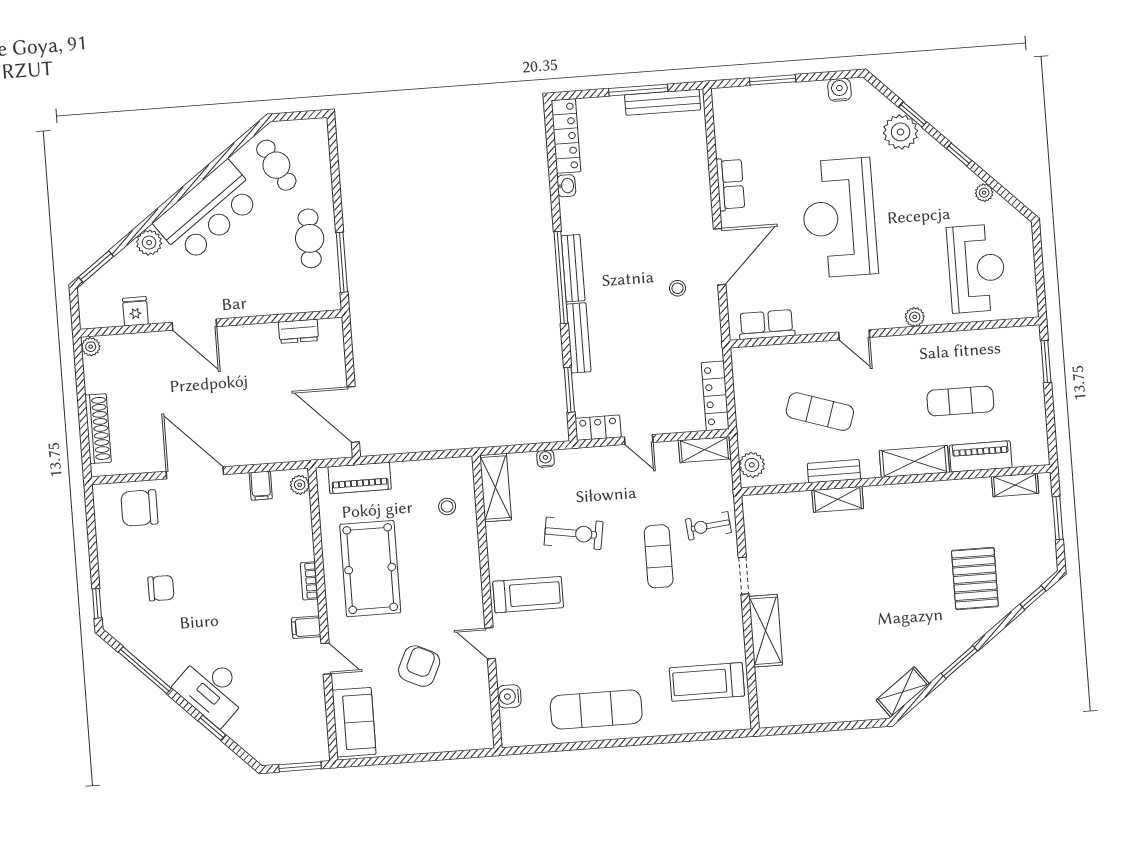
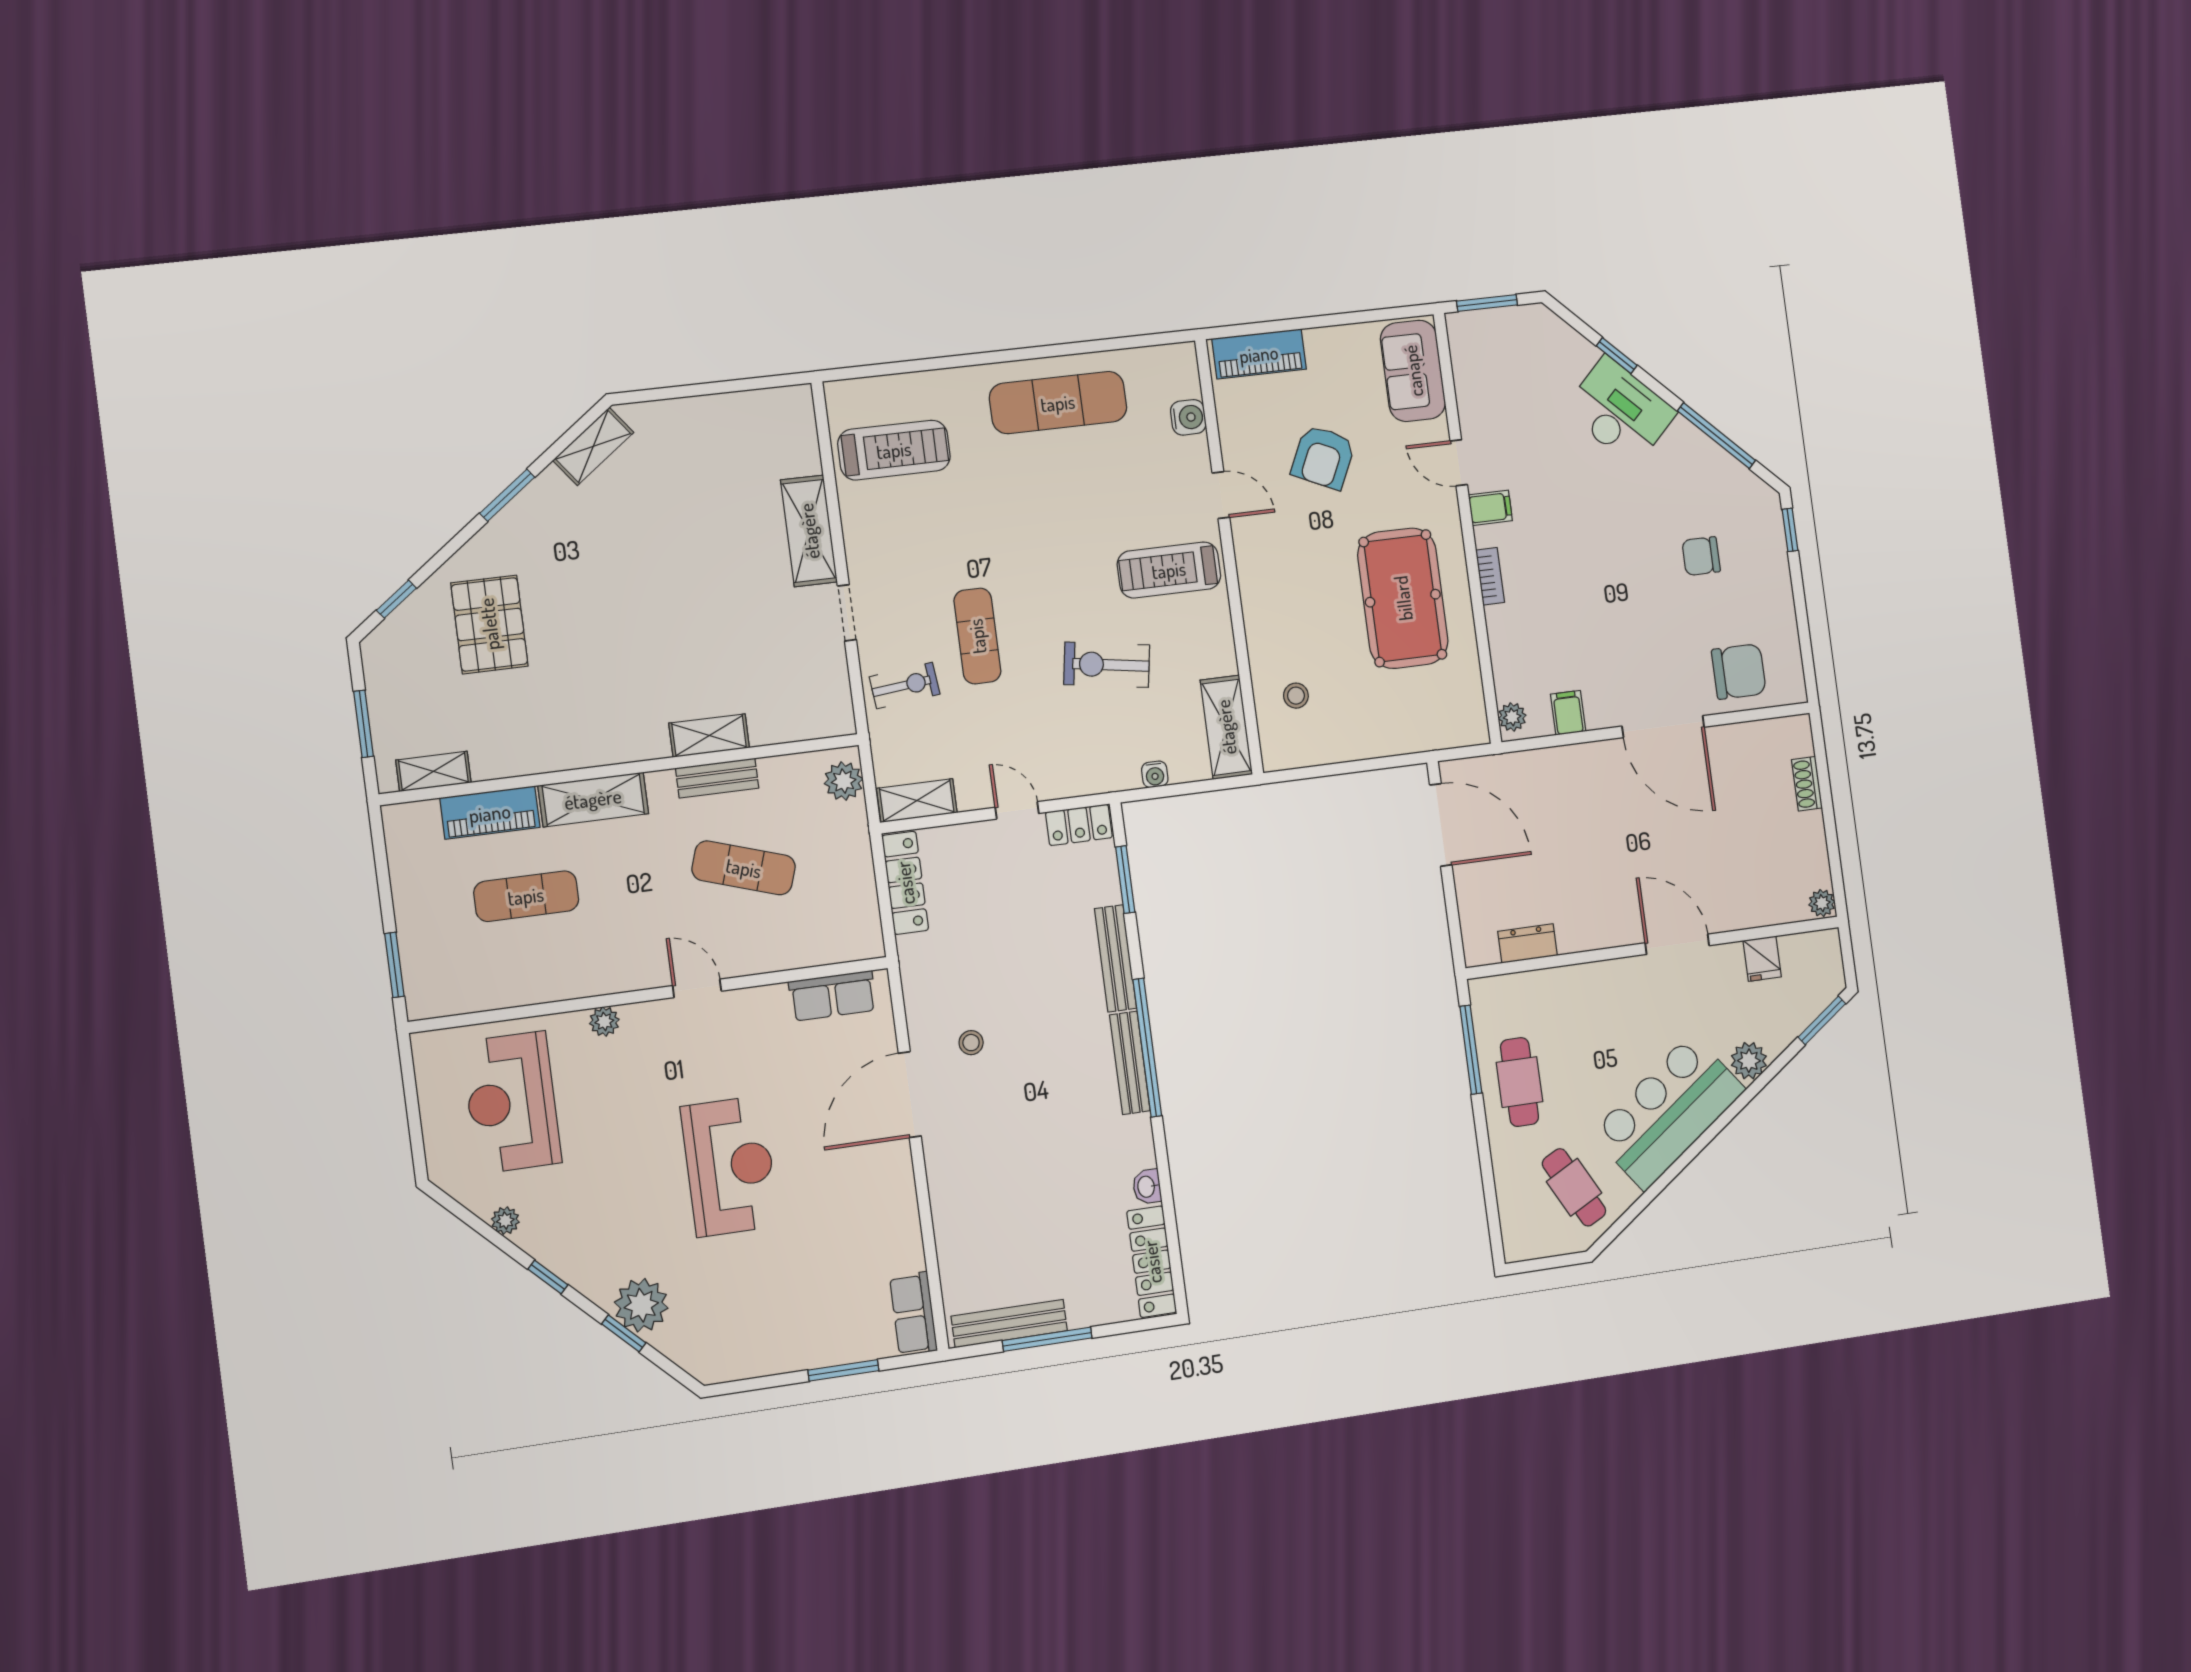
water cooler: (840, 90) -> (740, 1363), removed
row of seats: (730, 184) -> (913, 1314), moved
reception desk: (839, 218) -> (730, 1166), width x0.74, depth x0.77
shoe rack: (98, 429) -> (1807, 784), width x0.51, depth x0.81
piano: (360, 478) -> (1259, 354), moved, turned 180

